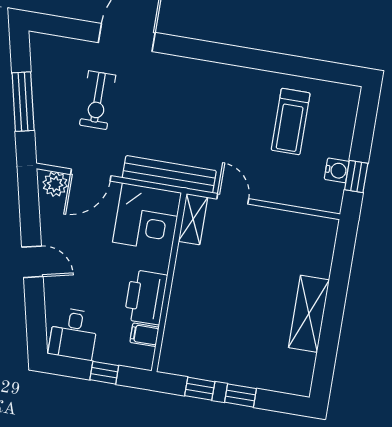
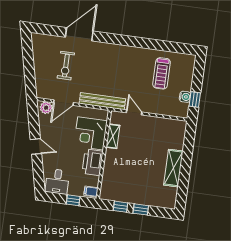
window: (23, 102) -> (29, 67), removed
corner desk: (147, 217) -> (91, 133), moved, turned 90
shelving: (193, 219) -> (113, 136), moved
filing cabinet: (144, 335) -> (91, 192), moved

